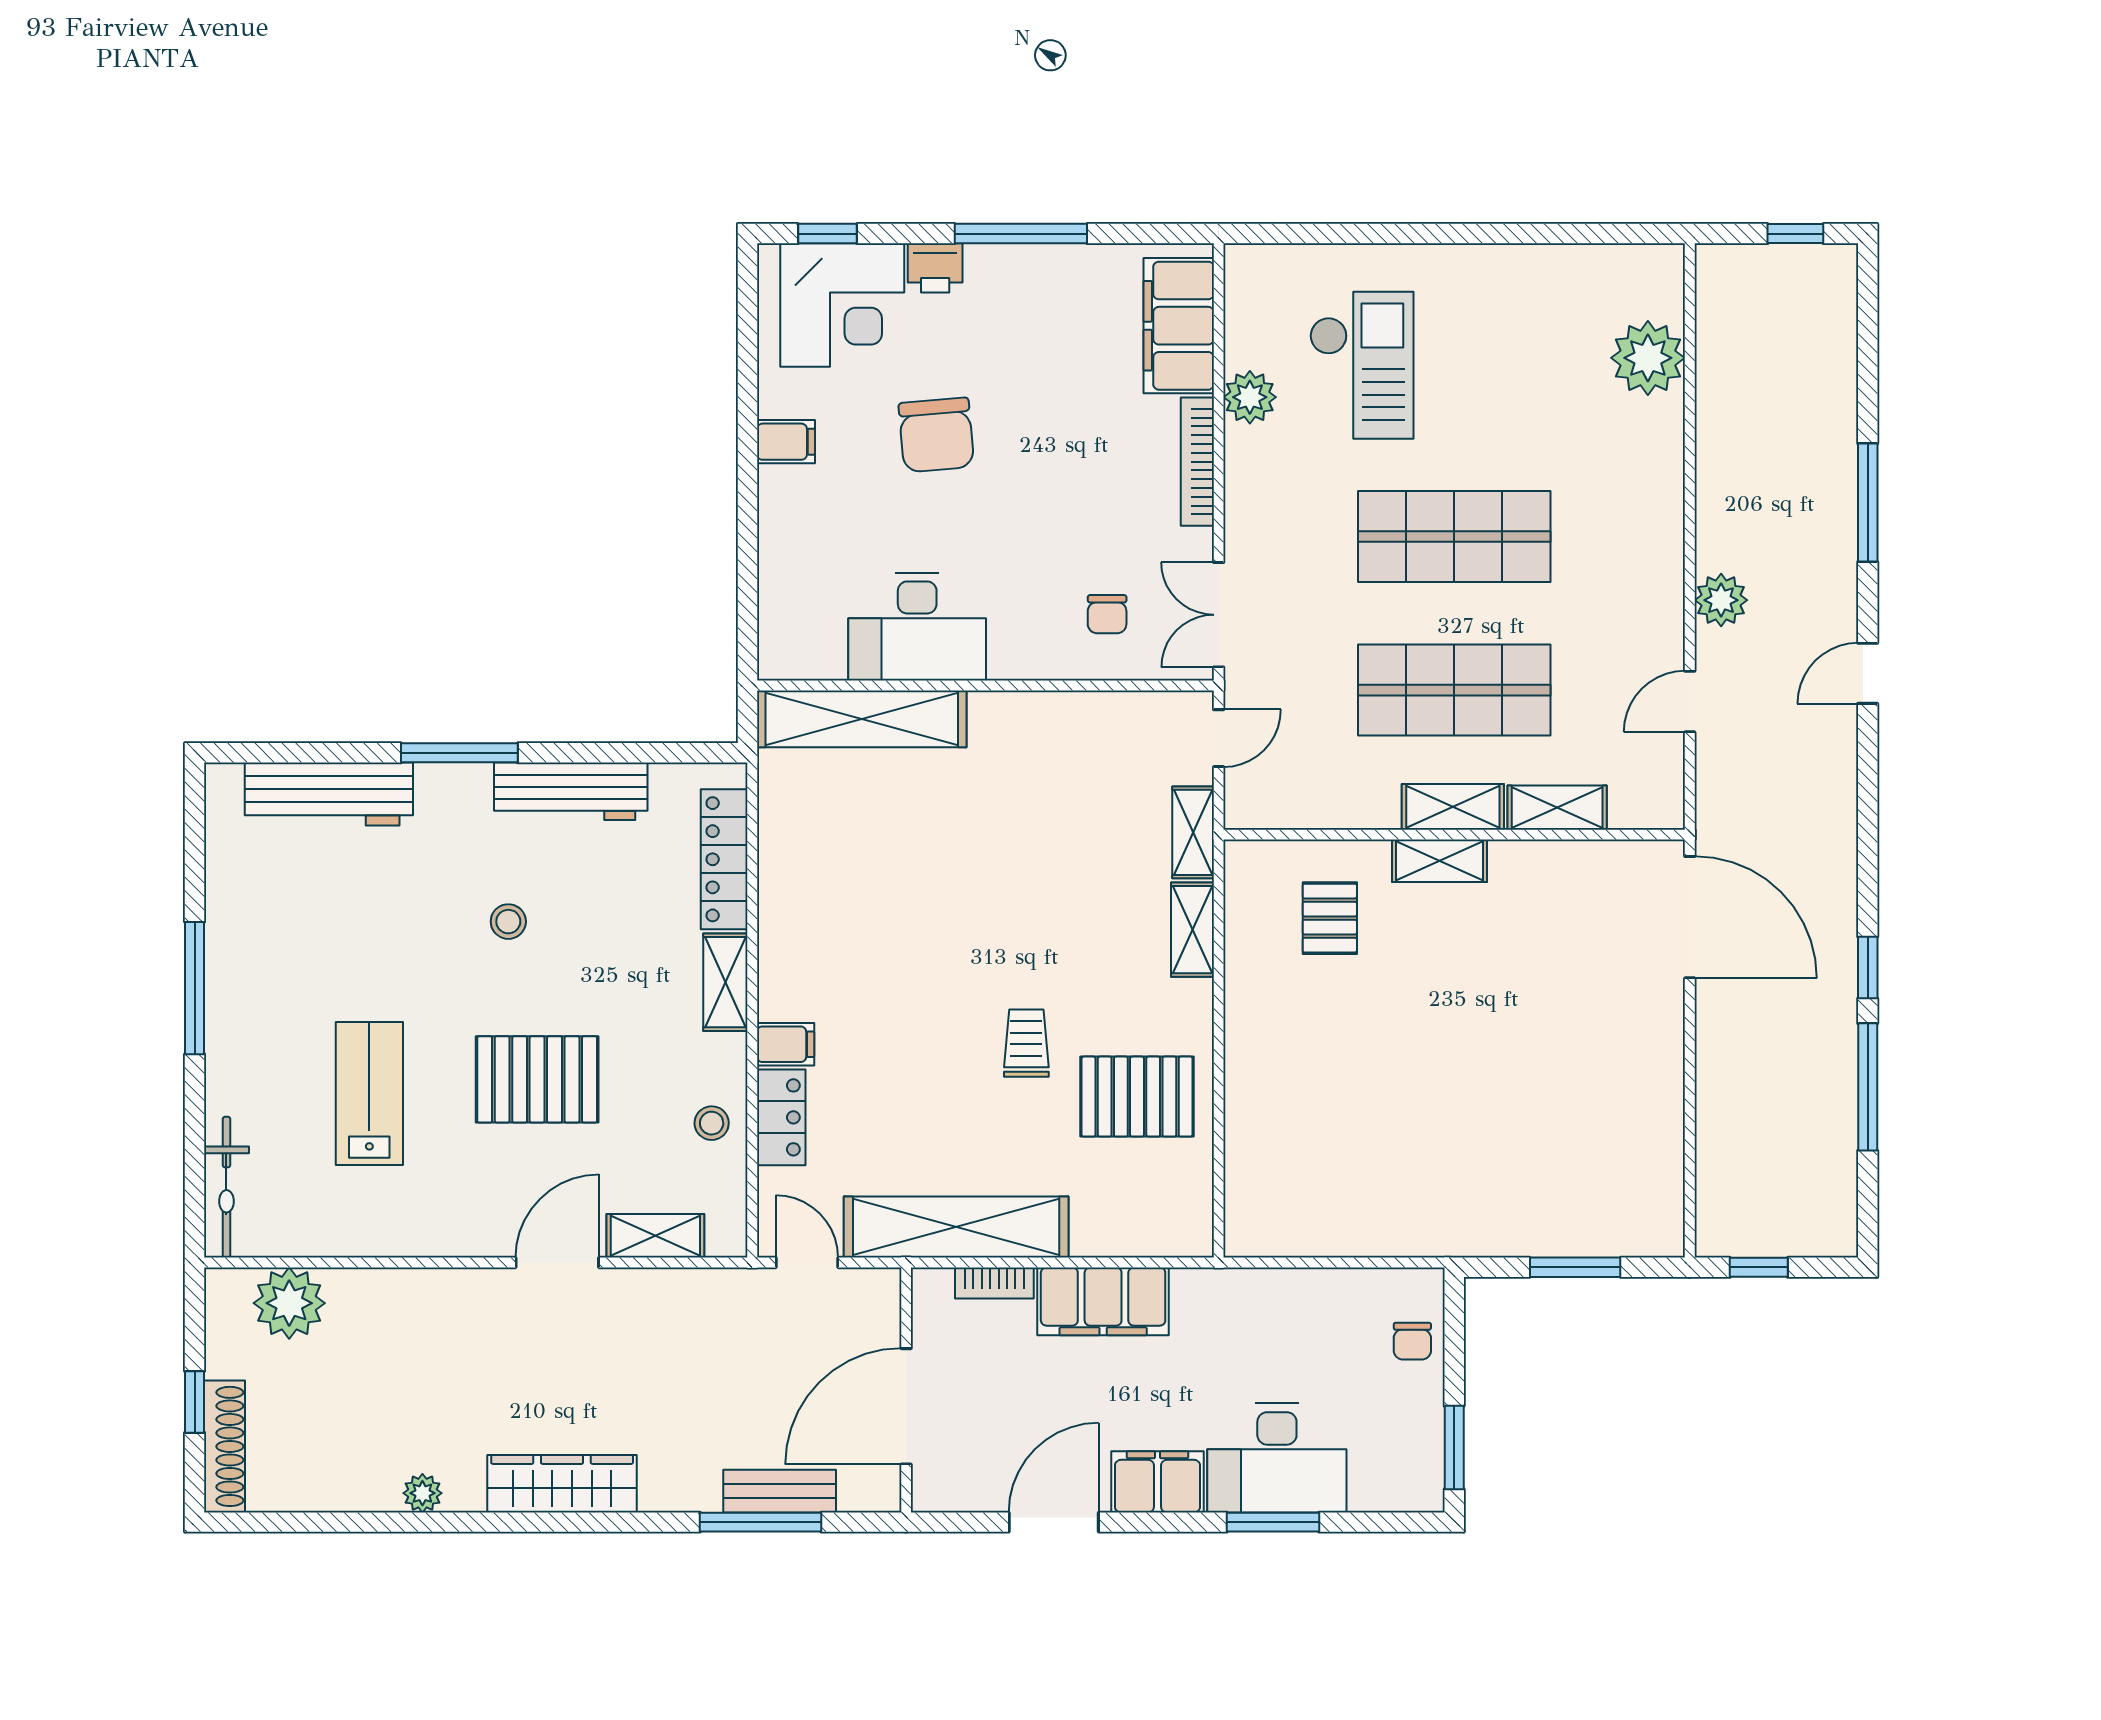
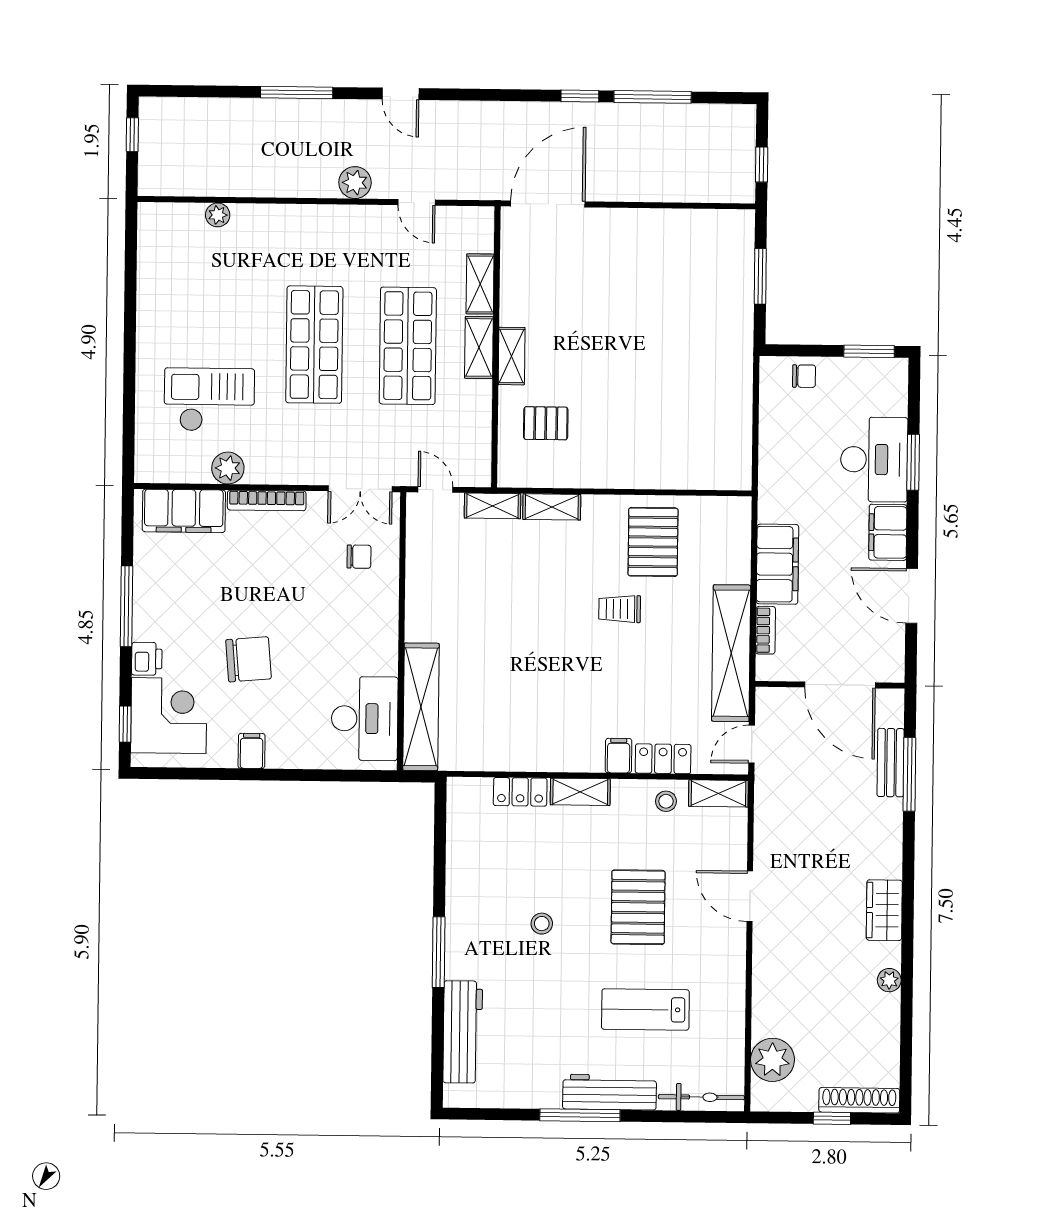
plant: (1648, 358) -> (218, 215), width x0.53, depth x0.53
desk: (917, 627) -> (365, 719), moved
workbench: (571, 791) -> (610, 1092), moved, turned -90
locker: (724, 859) -> (520, 792), width x0.66
shelving: (655, 1236) -> (718, 793), moved, turned 90
wardrobe: (562, 1484) -> (884, 910), width x0.67

